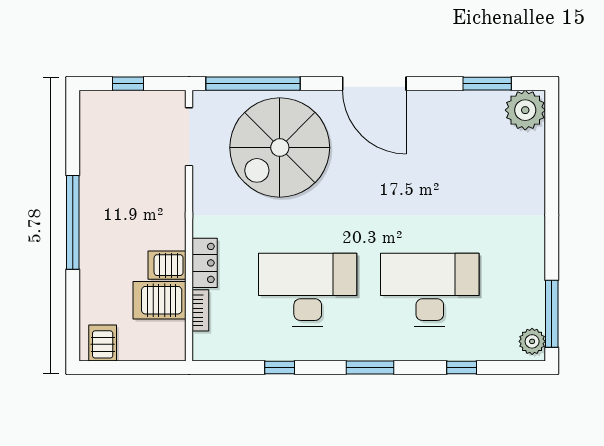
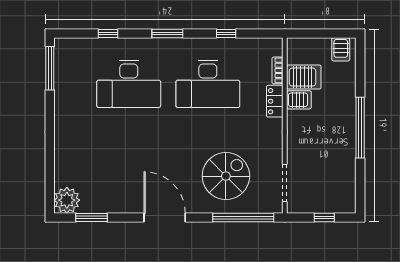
spiral stairs: (280, 148) -> (226, 176), width x0.73, depth x0.73
plant: (532, 341) -> (62, 50), removed

